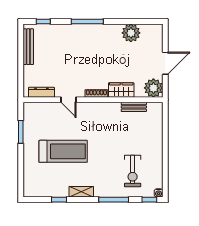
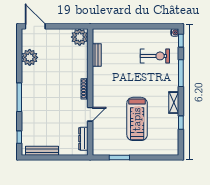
door: (165, 63) -> (35, 26), moved
wardrobe: (121, 90) -> (81, 66), removed
treadmill: (63, 151) -> (137, 119), turned 180

